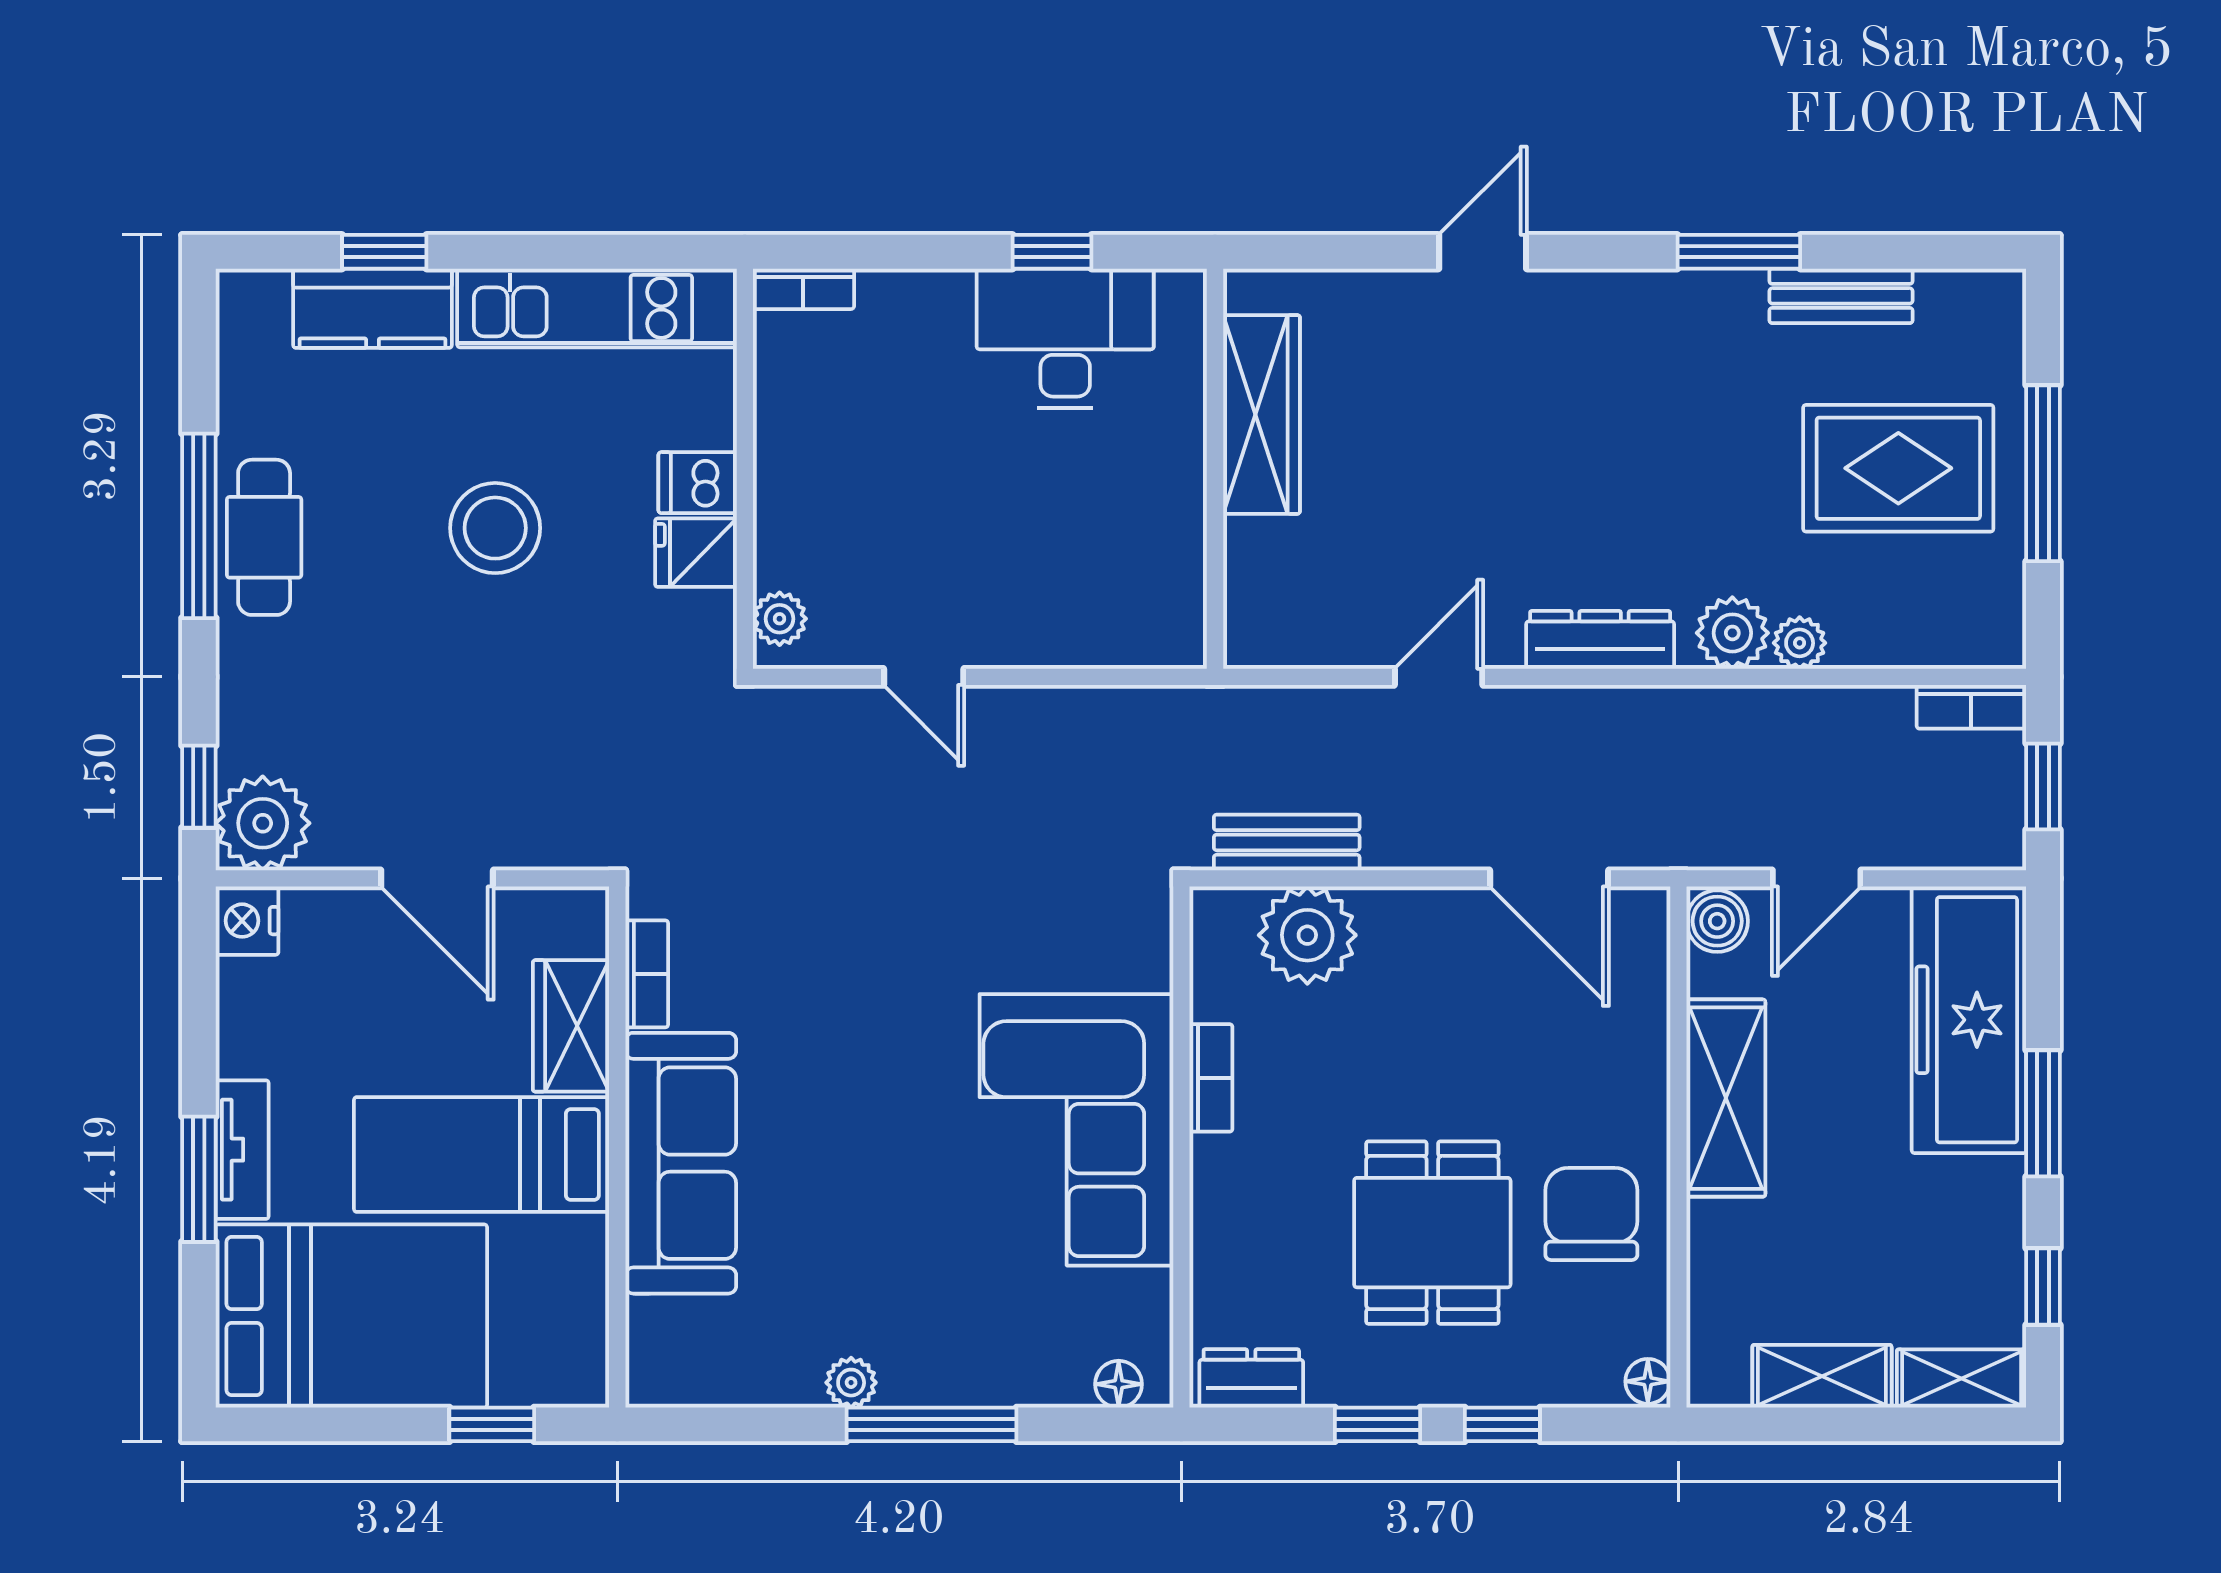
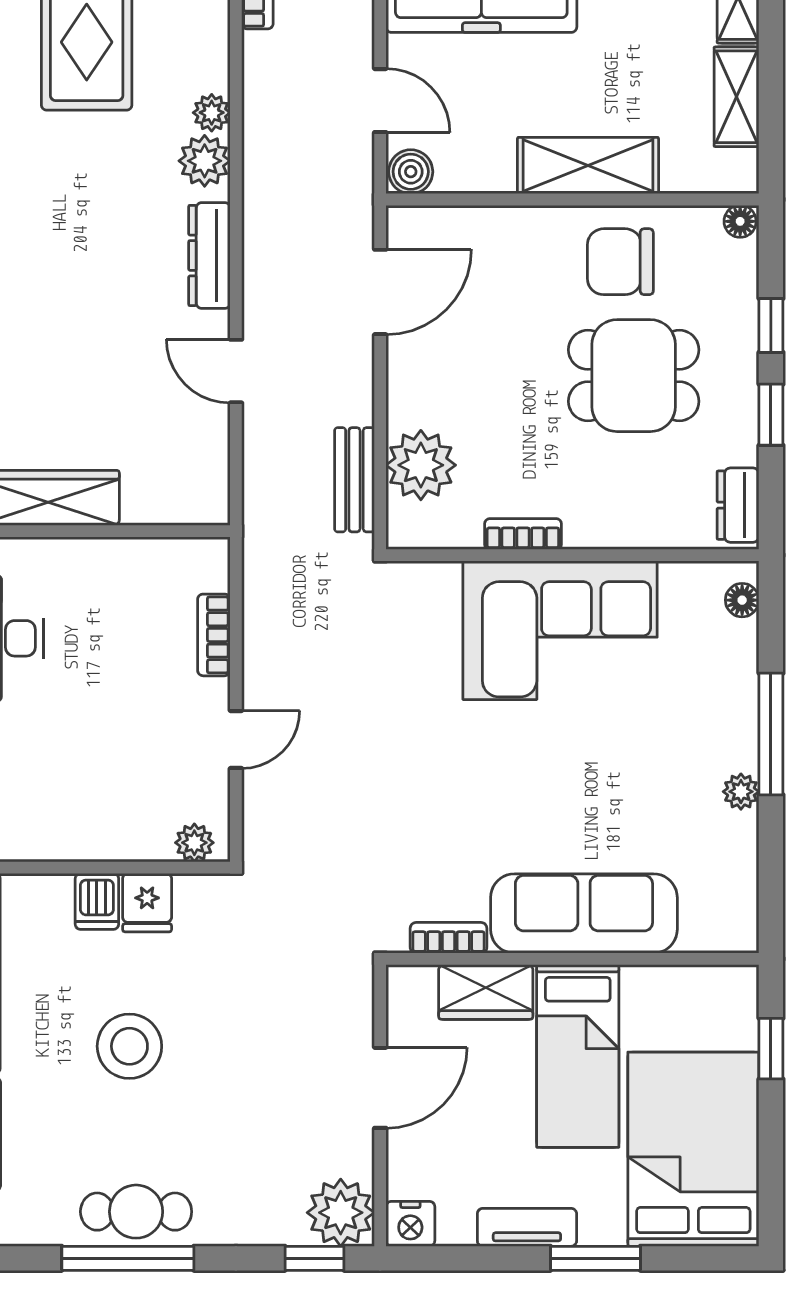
bookcase: (1070, 646) -> (214, 635), added
shelving: (1726, 1098) -> (588, 165), moved
tv unit: (242, 1150) -> (527, 1227), moved

